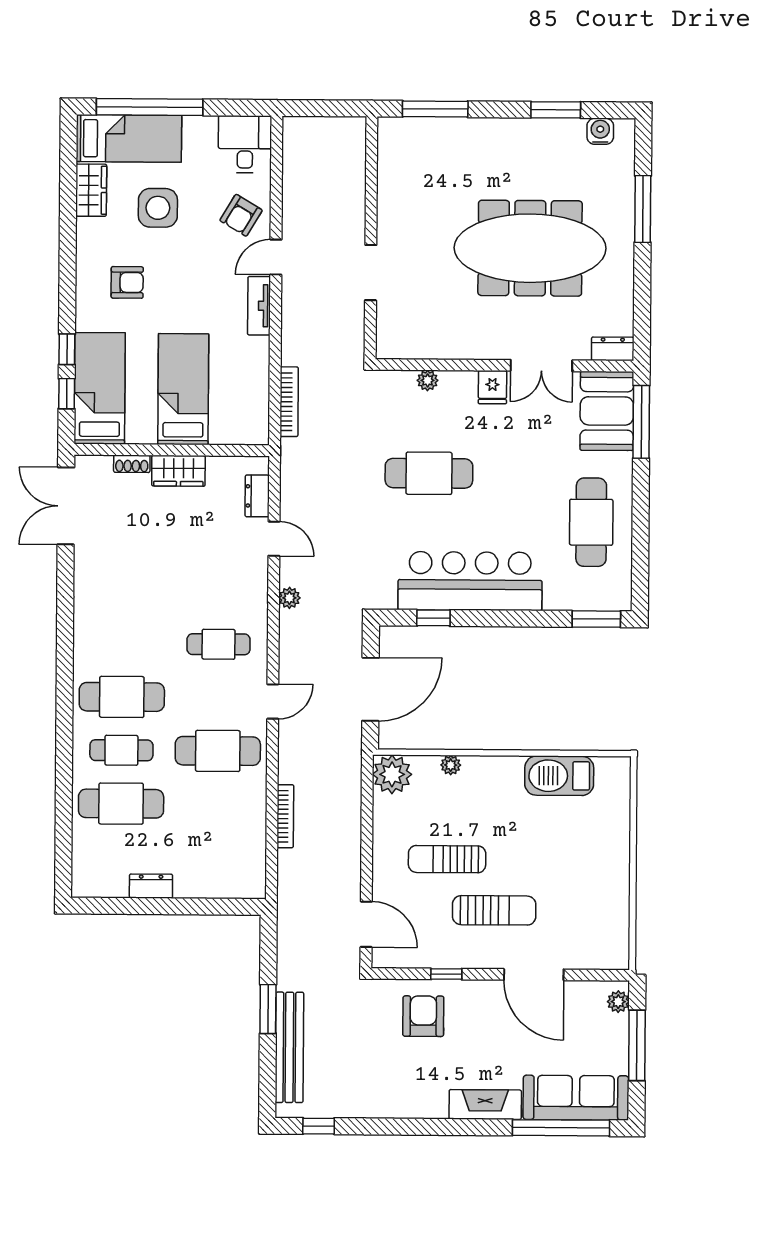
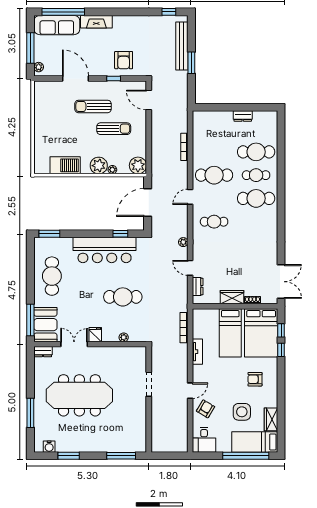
tv unit: (259, 306) -> (197, 352), moved
bed: (100, 388) -> (261, 333), width x1.50
plant: (482, 775) -> (99, 166), added

